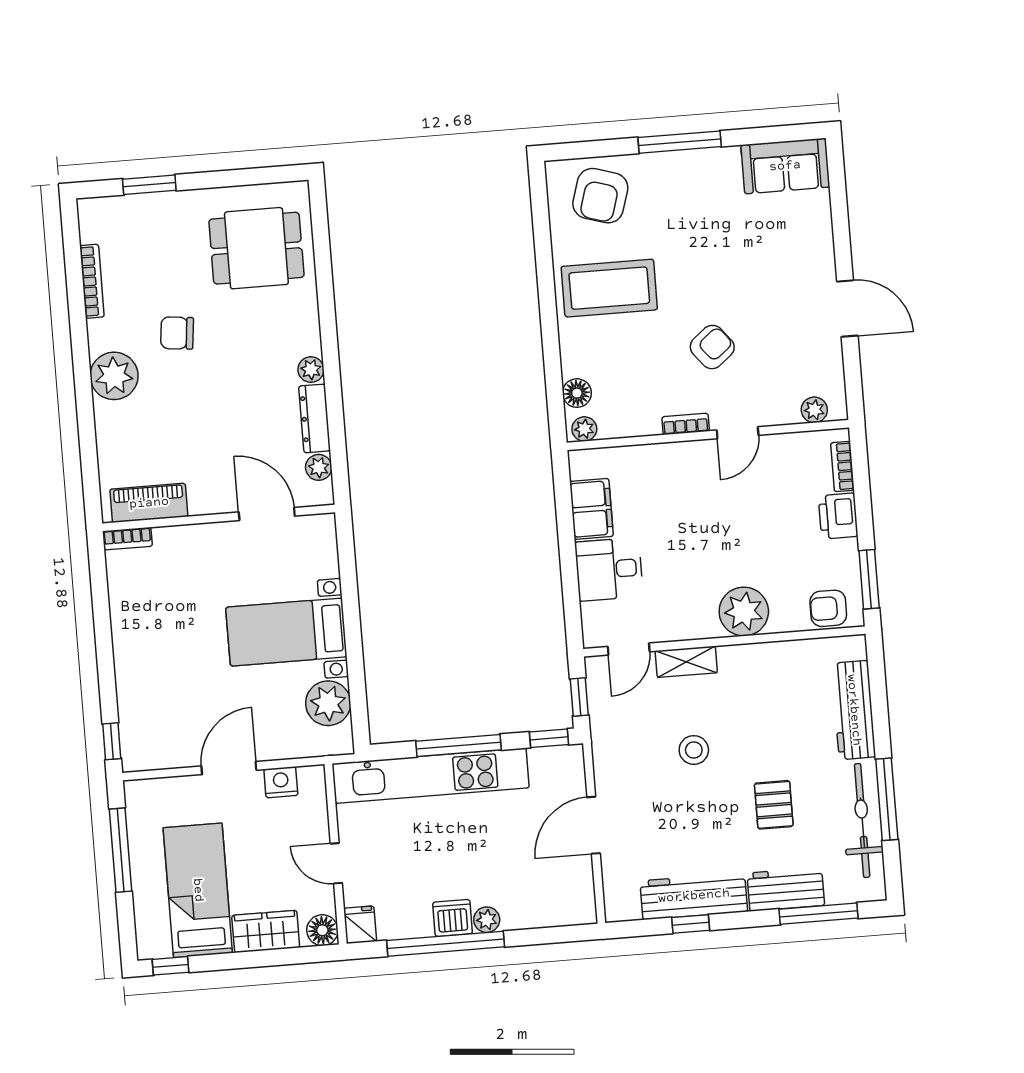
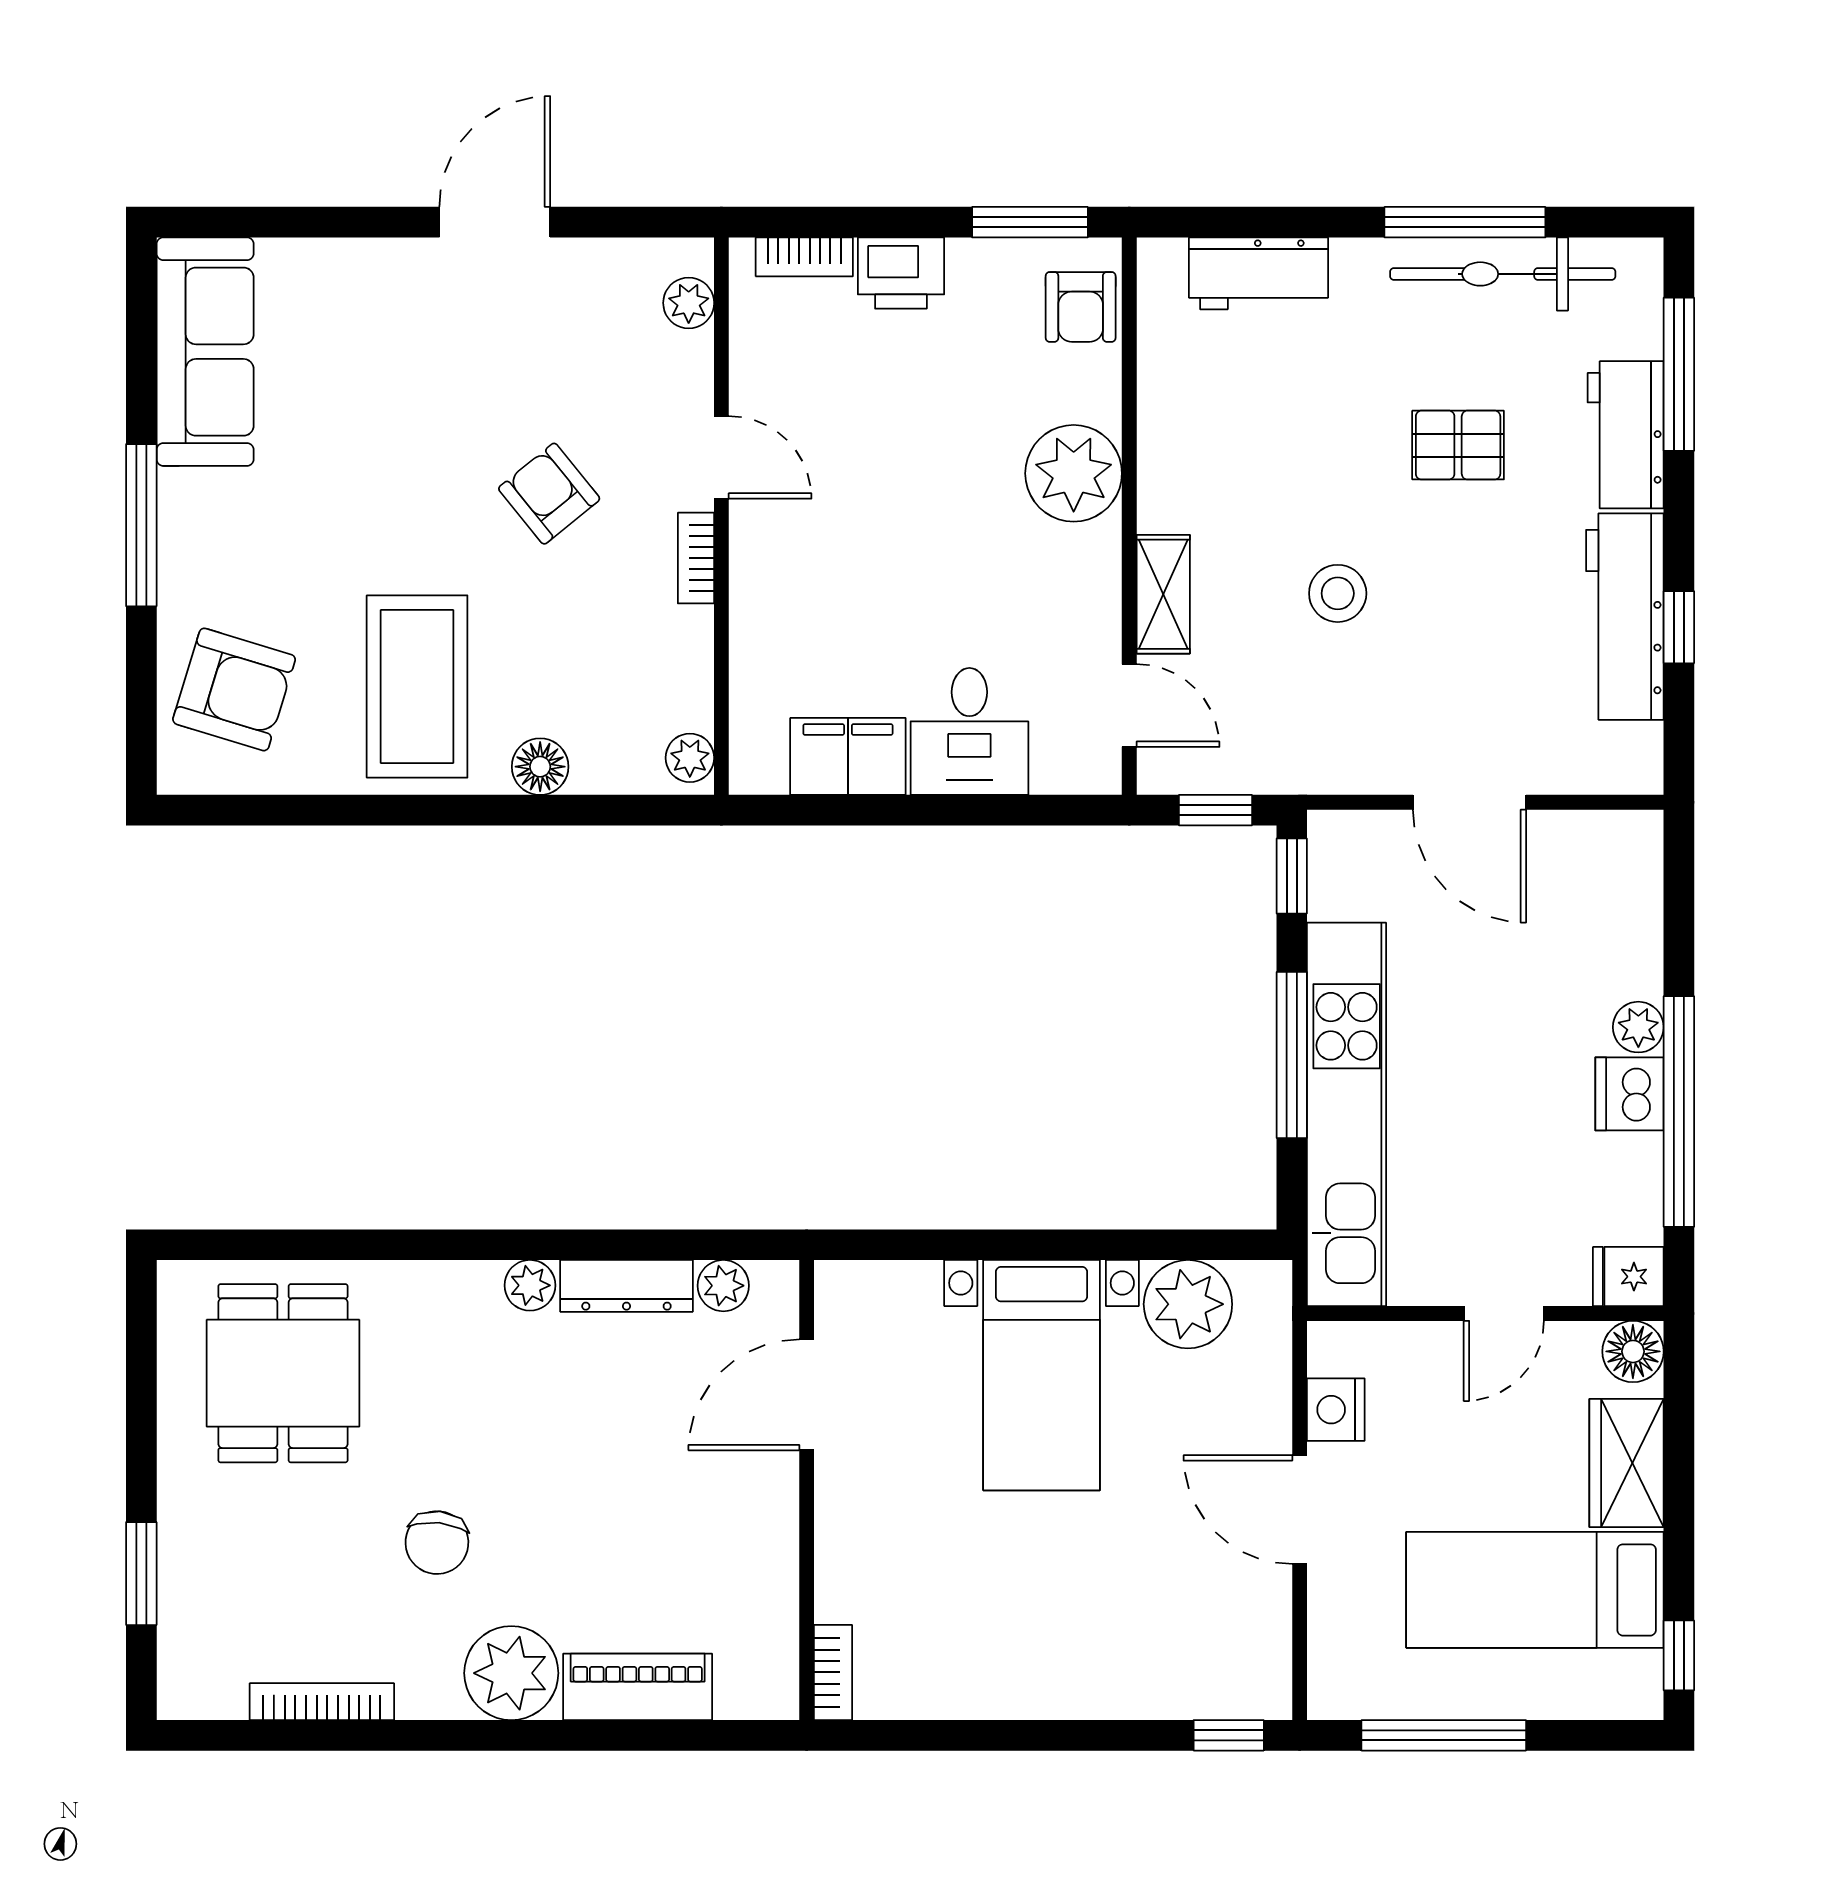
sofa: (785, 166) -> (205, 352), width x1.36
floor lamp: (577, 393) -> (540, 767), moved
piano: (149, 503) -> (638, 1687), moved, turned 90
workbench: (854, 710) -> (1258, 273), width x0.73

